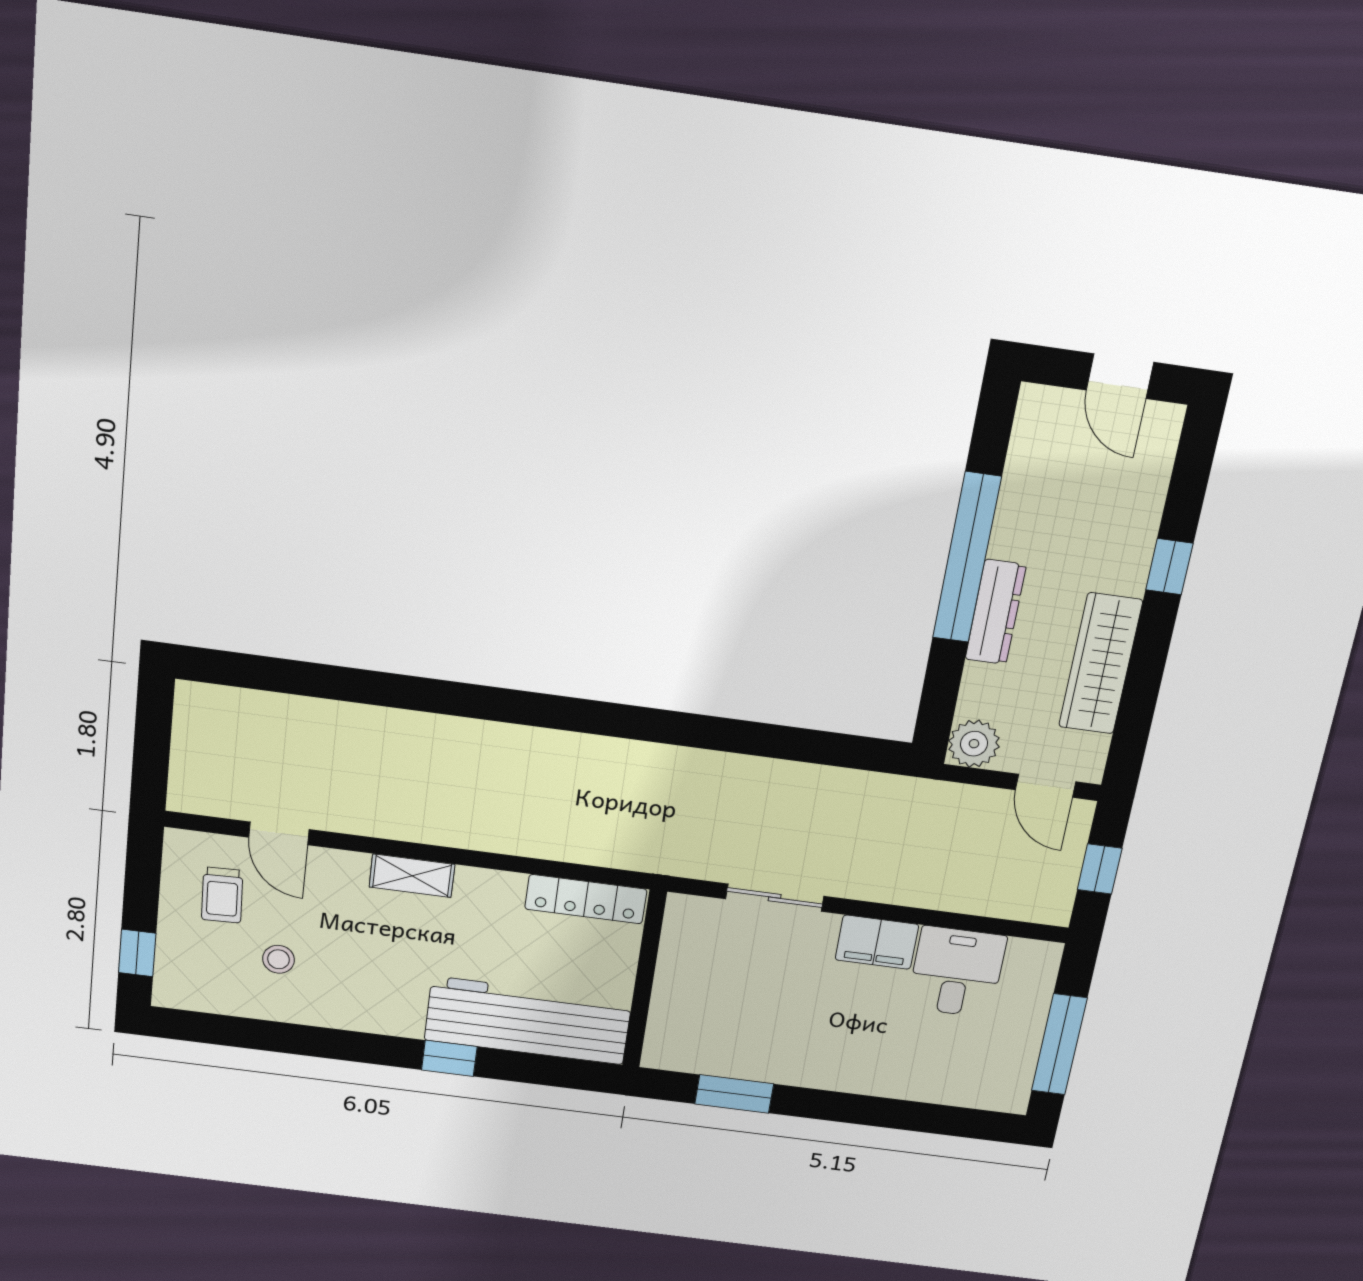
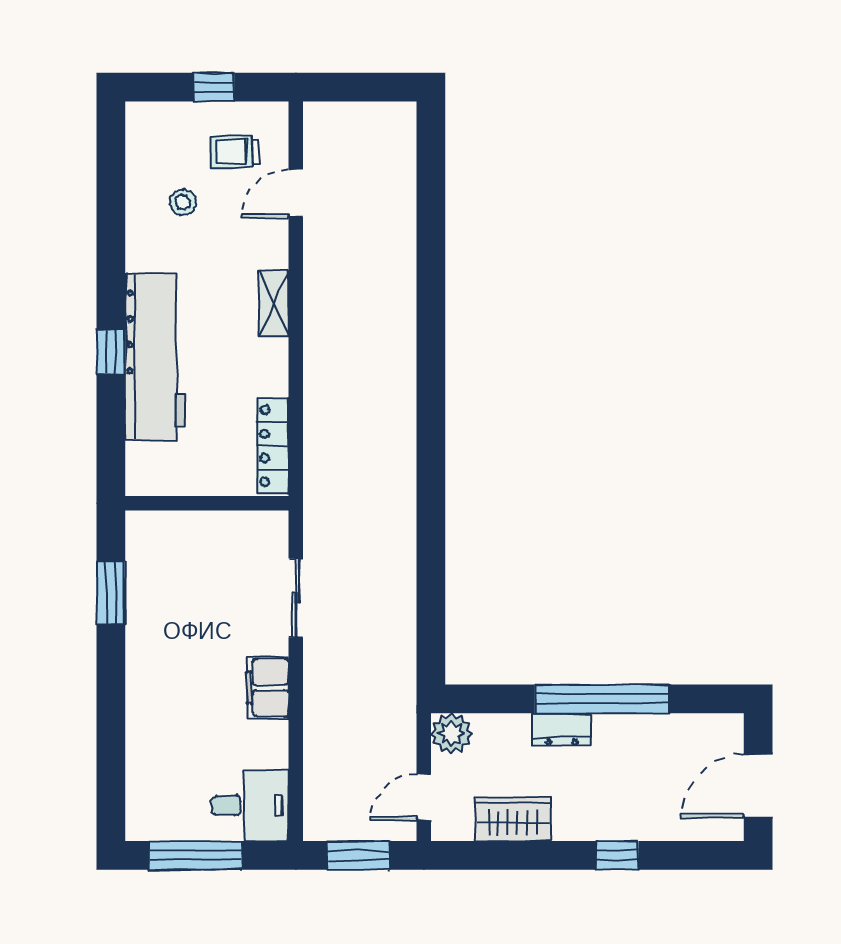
door: (1120, 376) -> (758, 786), width x1.38
dresser: (996, 612) -> (562, 729), width x0.70
wardrobe: (1101, 664) -> (513, 819), width x0.67
window: (1100, 869) -> (358, 855), width x1.50
window: (137, 953) -> (214, 87), moved
desk: (957, 972) -> (250, 805), moved
workbench: (528, 1021) -> (156, 357), moved

